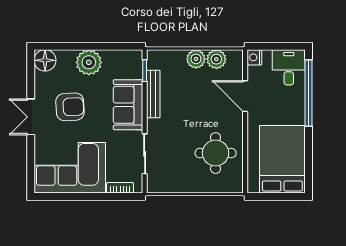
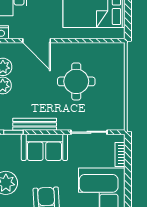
door: (245, 96) -> (37, 41), hinge flipped
round table: (216, 153) -> (76, 81), moved

